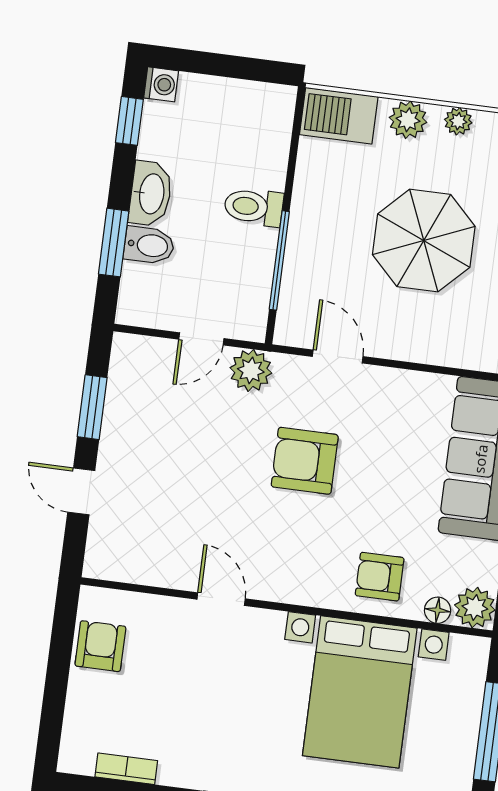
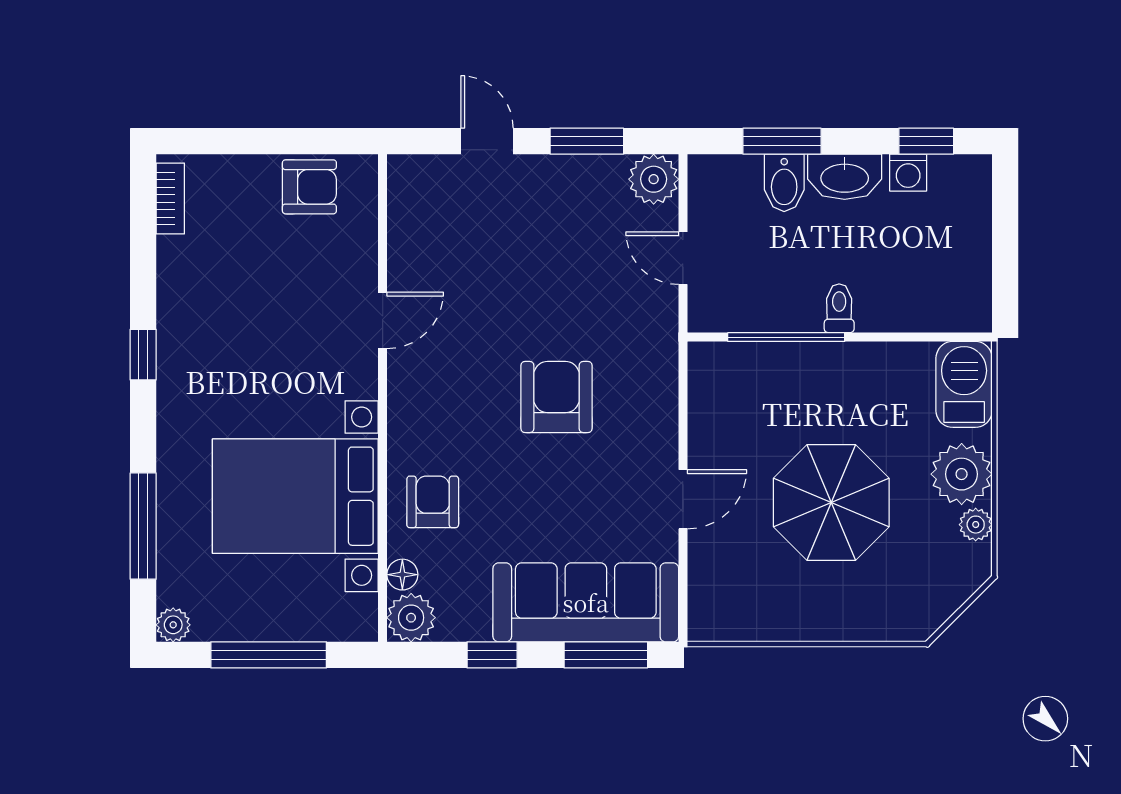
washing machine: (161, 84) -> (908, 173), moved
plant: (408, 120) -> (962, 474), width x1.36, depth x1.36
toilet: (254, 207) -> (839, 308), width x0.73, depth x0.72
door: (338, 357) -> (683, 499), moved
plant: (251, 370) -> (654, 179), moved
door: (81, 491) -> (487, 141), hinge flipped
bookcase: (126, 769) -> (170, 199), moved

